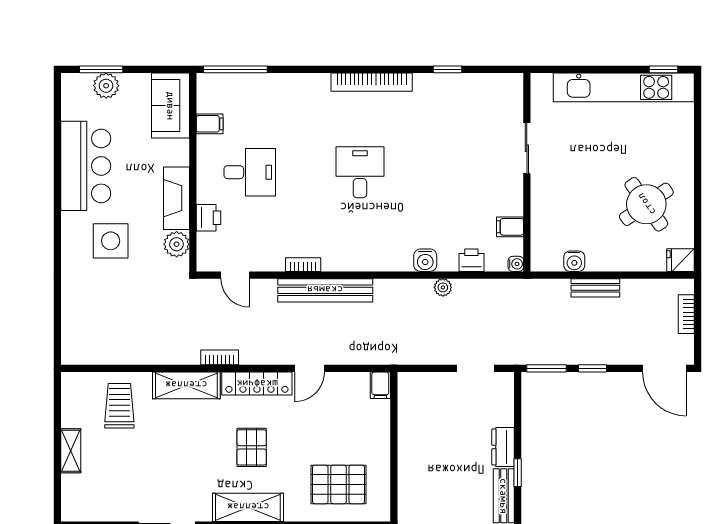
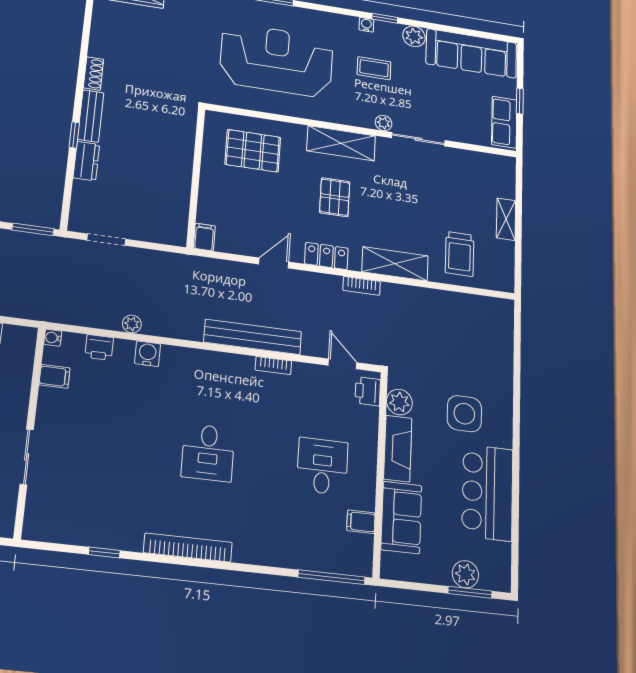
sofa: (171, 106) -> (401, 517), moved
desk: (250, 172) -> (322, 466), turned 90
printer: (209, 218) -> (368, 391), moved
locker: (257, 384) -> (326, 256), width x0.66

